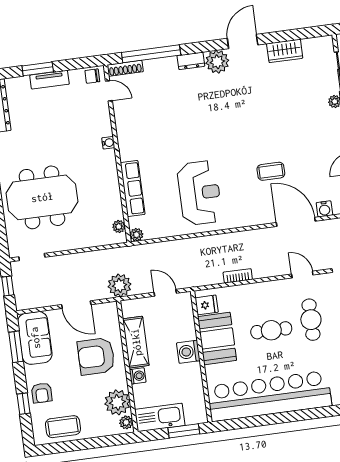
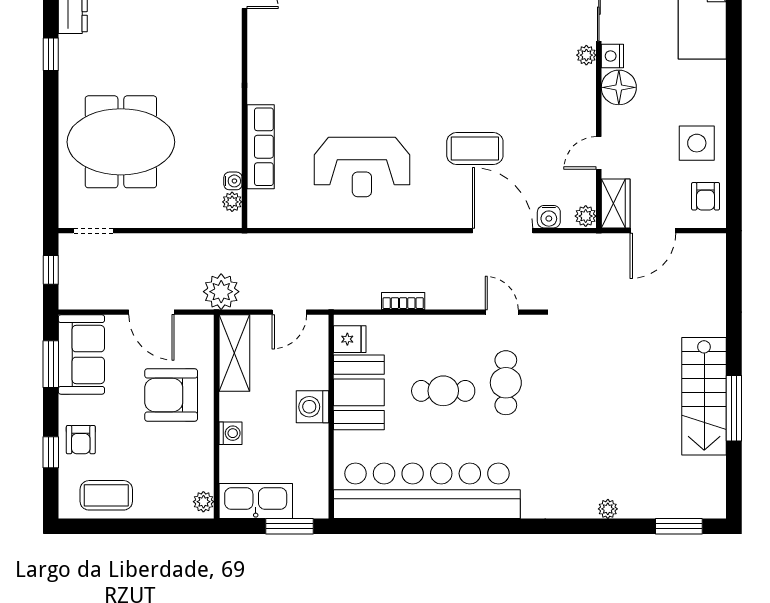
water cooler: (108, 143) -> (233, 181), moved
coffee table: (271, 171) -> (475, 148), width x1.36, depth x1.30
reception desk: (200, 193) -> (362, 167), turned 90
plant: (136, 235) -> (257, 218), removed
door: (165, 293) -> (289, 312), swing flipped
shelving: (136, 342) -> (234, 353), moved
plant: (117, 402) -> (194, 469), removed

